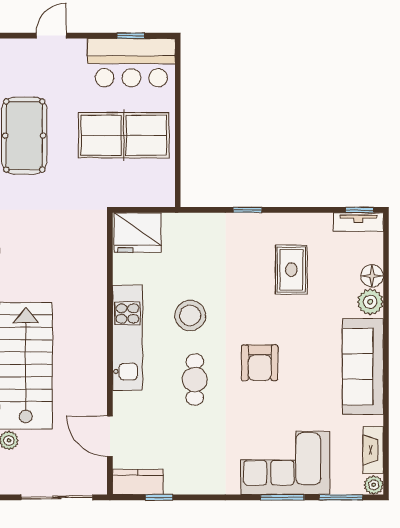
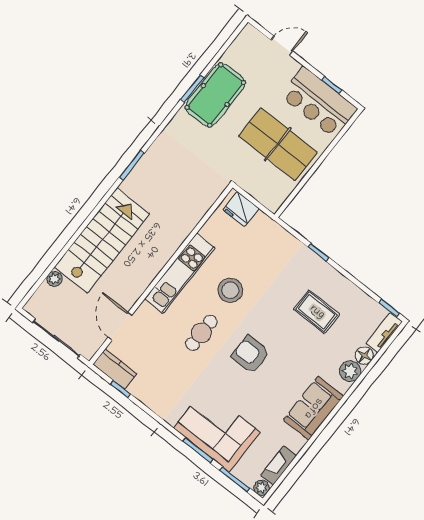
tv unit: (358, 222) -> (384, 333), moved, turned 90
fridge: (138, 232) -> (241, 209), width x0.73, depth x0.75
rug: (291, 270) -> (317, 312), turned 90
armchair: (260, 363) -> (251, 354), turned 90
sofa: (363, 367) -> (313, 408), width x0.73

